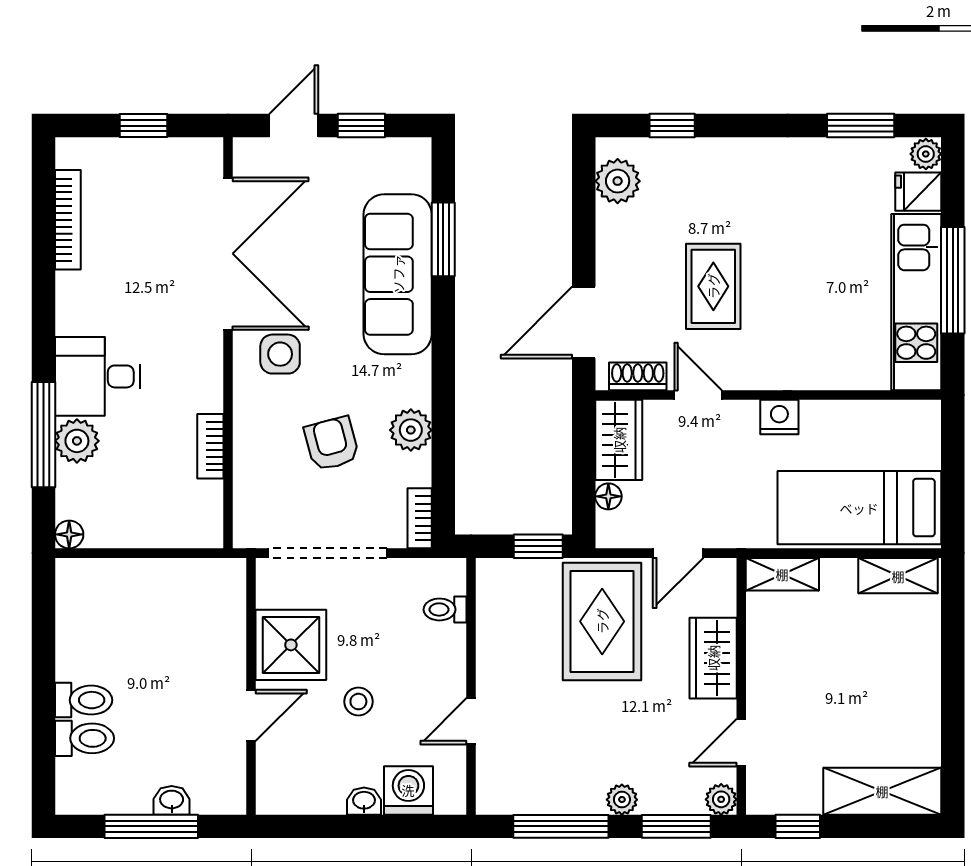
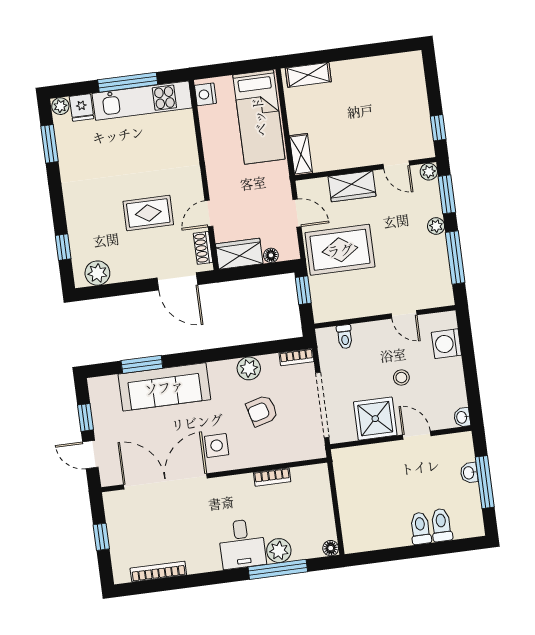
nightstand: (779, 417) -> (205, 94), moved
shelving: (898, 576) -> (308, 75), moved, turned 90
shelving: (882, 791) -> (413, 84), removed
washbasin: (364, 801) -> (462, 417), moved

